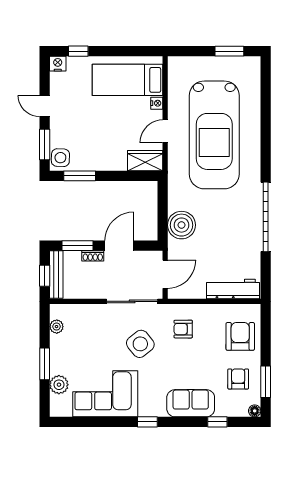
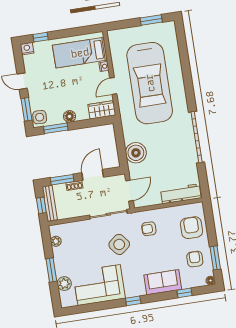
floor lamp: (100, 163) -> (69, 116), added

